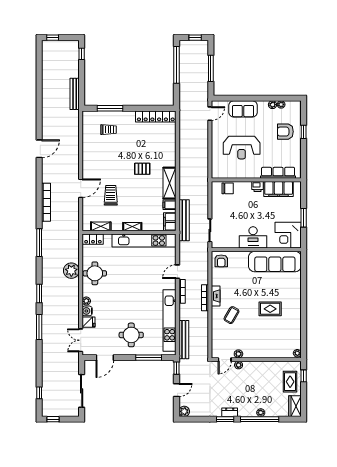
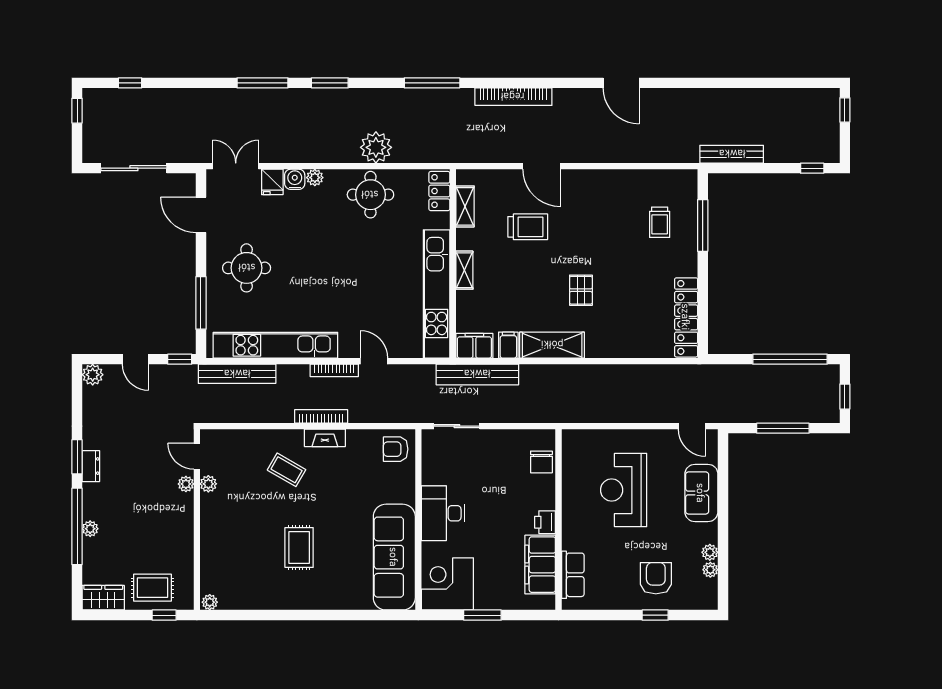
row of seats: (278, 173) -> (573, 575), width x0.68

